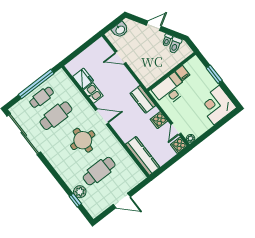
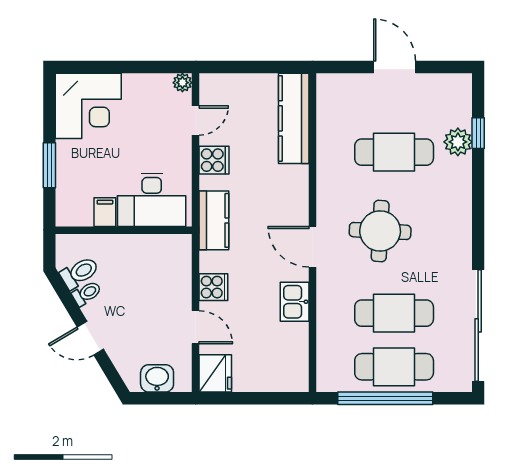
fridge: (83, 79) -> (215, 373), moved, turned 180
cafe table: (42, 97) -> (394, 367), width x1.37, depth x1.35
cooker: (179, 145) -> (213, 287), moved

